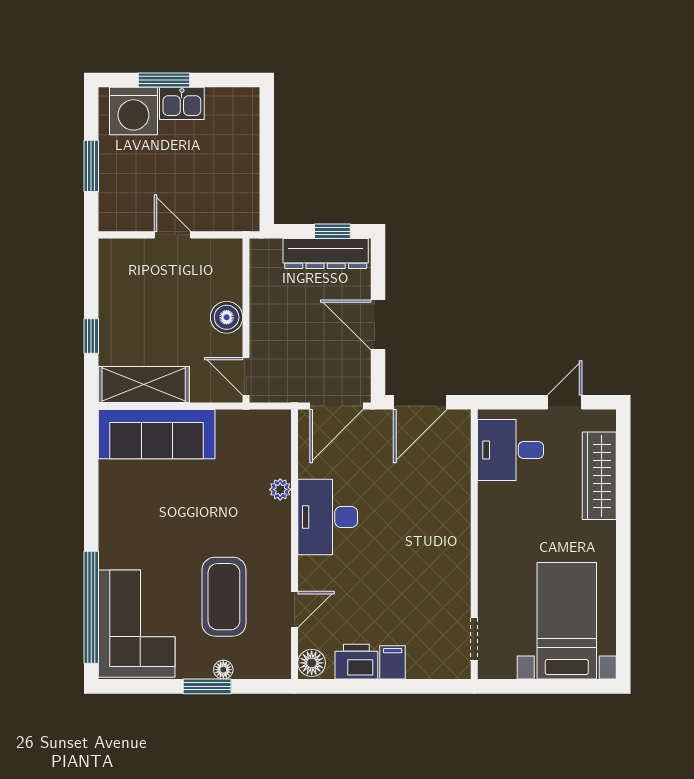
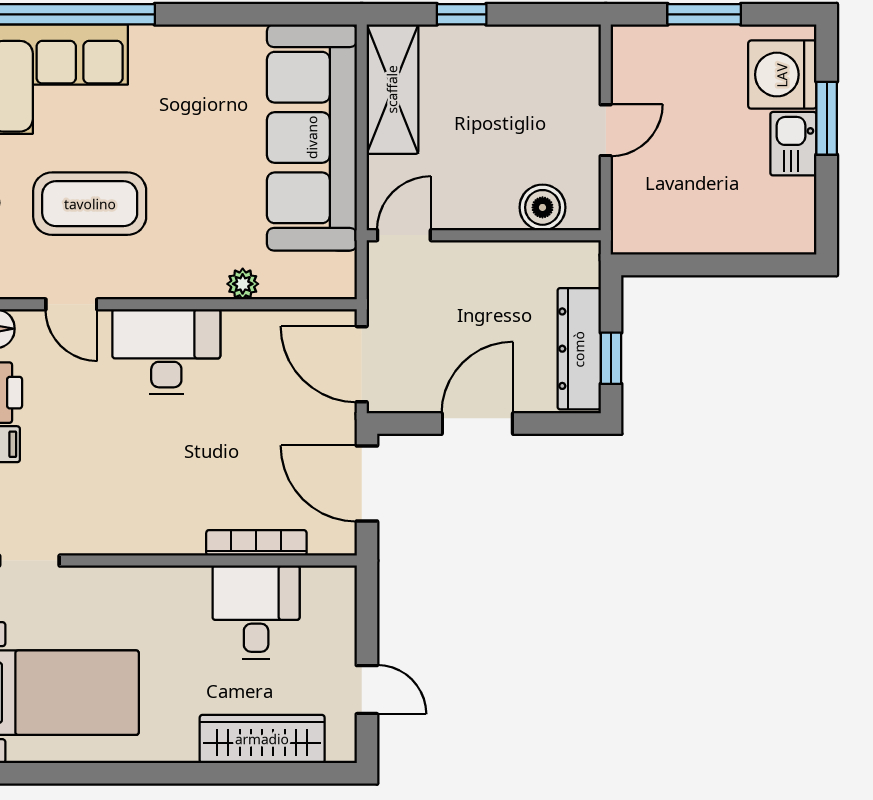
boiler: (227, 317) -> (542, 207), moved
sofa: (157, 434) -> (312, 137), width x1.36, depth x1.27
desk: (511, 450) -> (256, 612), moved
bookcase: (462, 480) -> (256, 543), added
desk: (328, 517) -> (166, 352), moved

